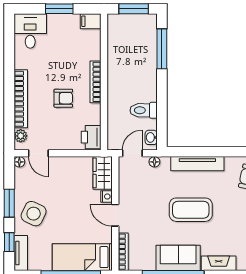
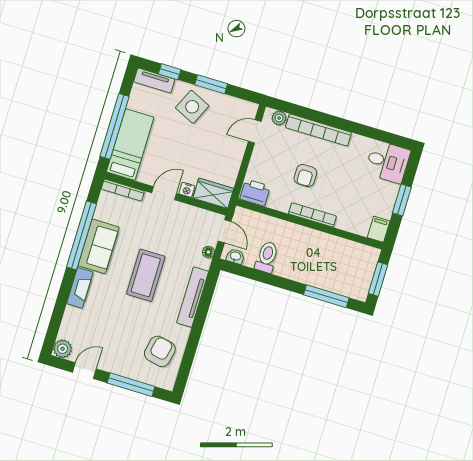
floor lamp: (19, 162) -> (252, 108), removed

